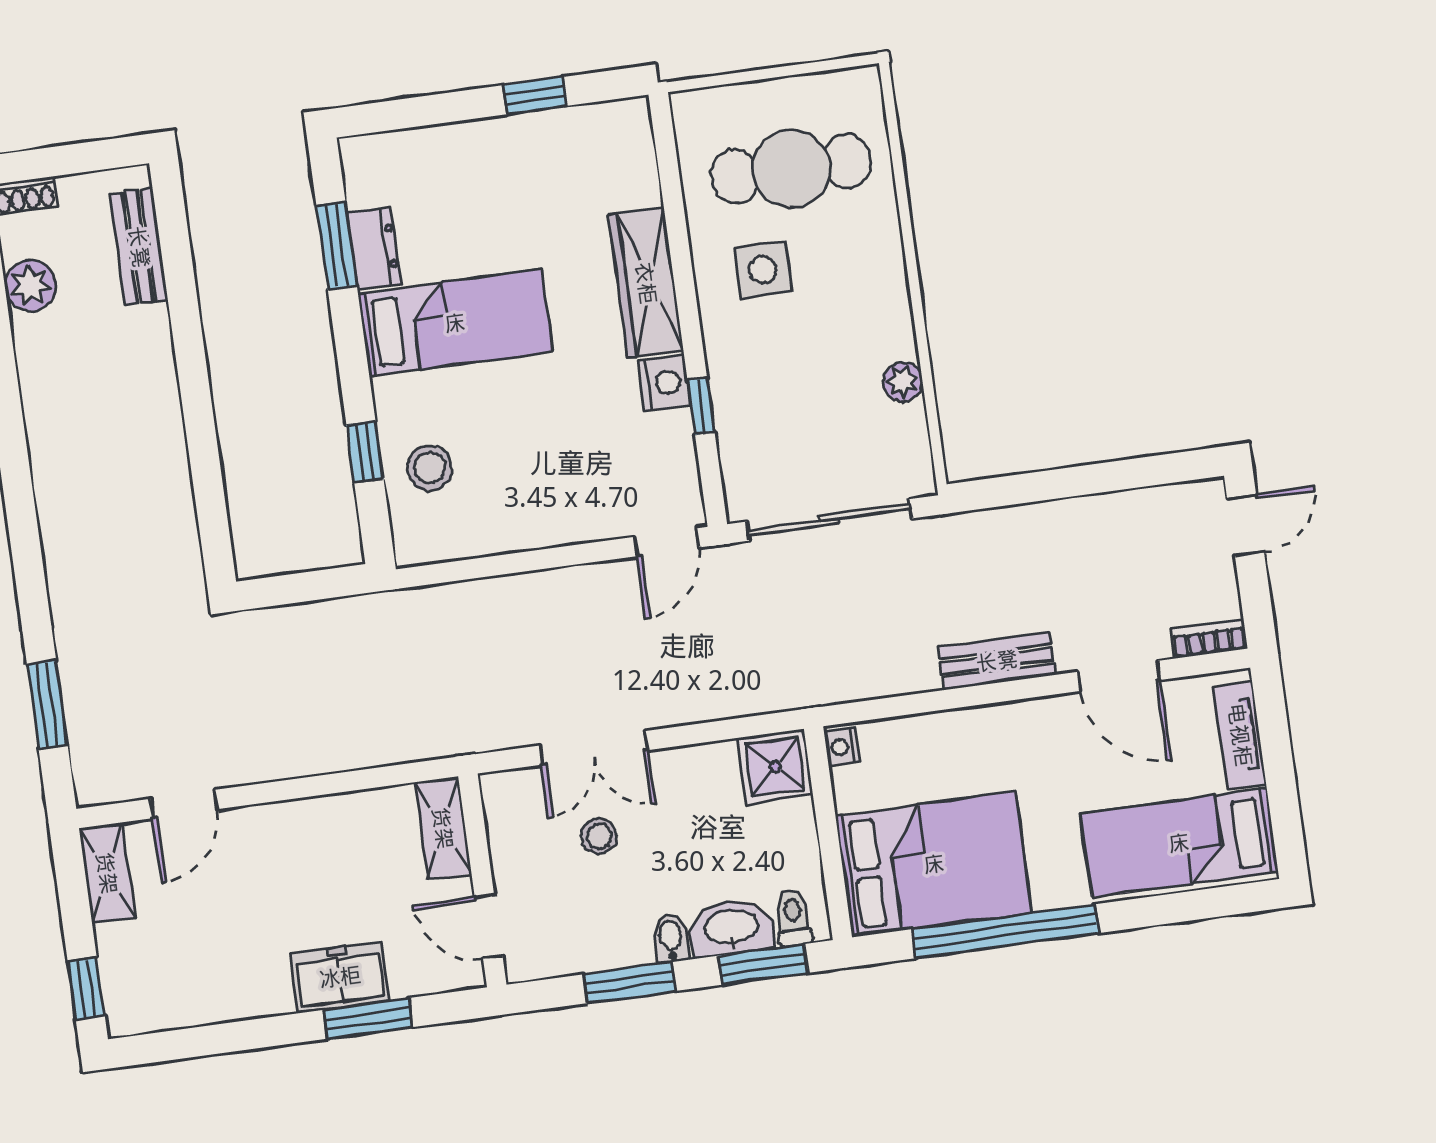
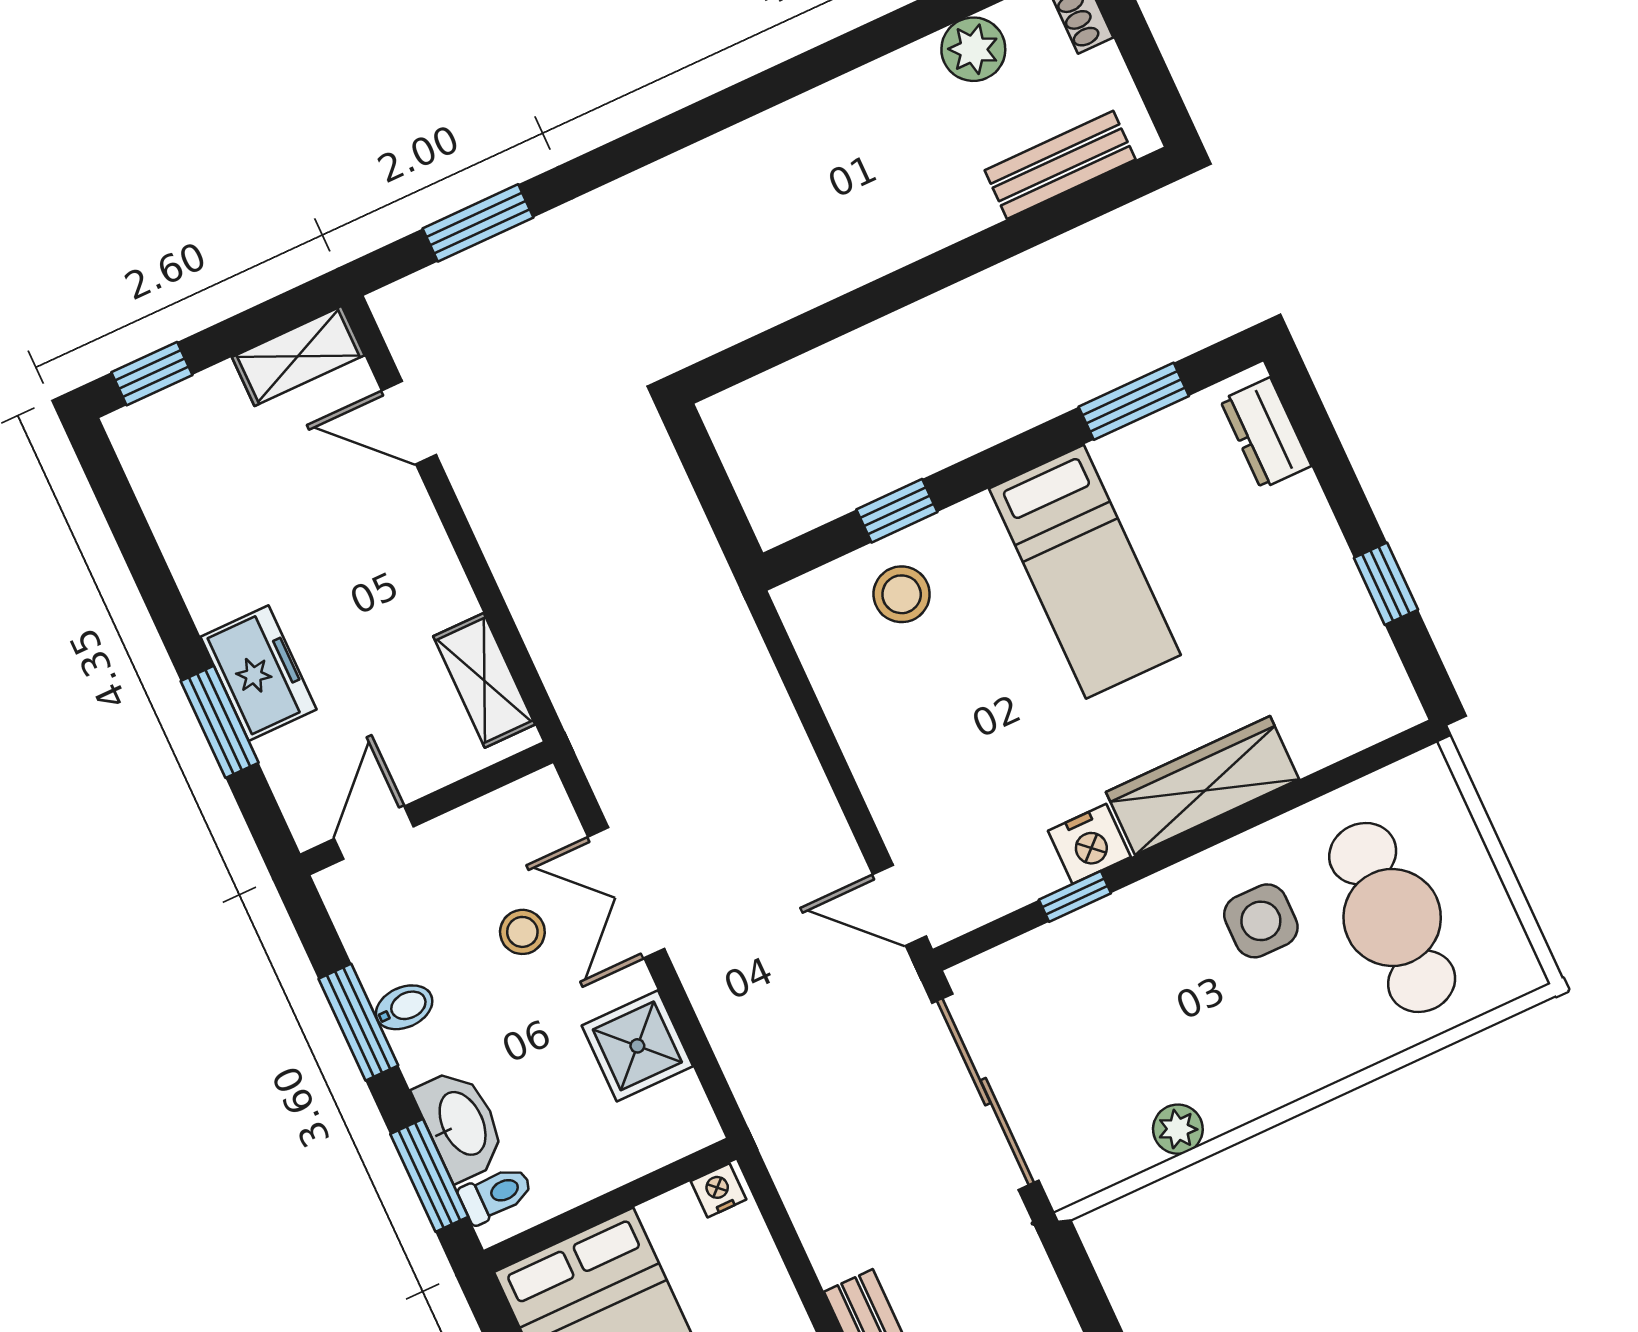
dresser: (374, 248) -> (1266, 433), moved, turned 90
shower: (775, 767) -> (637, 1046), moved
shelving: (443, 828) -> (484, 680), moved, turned 90
bidet: (671, 938) -> (404, 1007), moved

